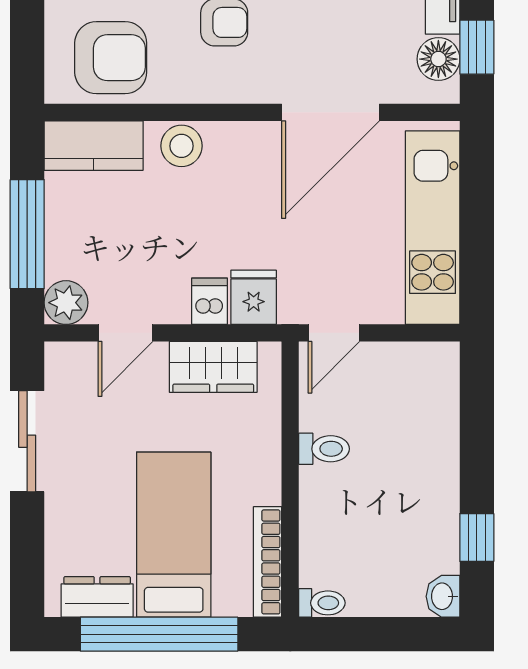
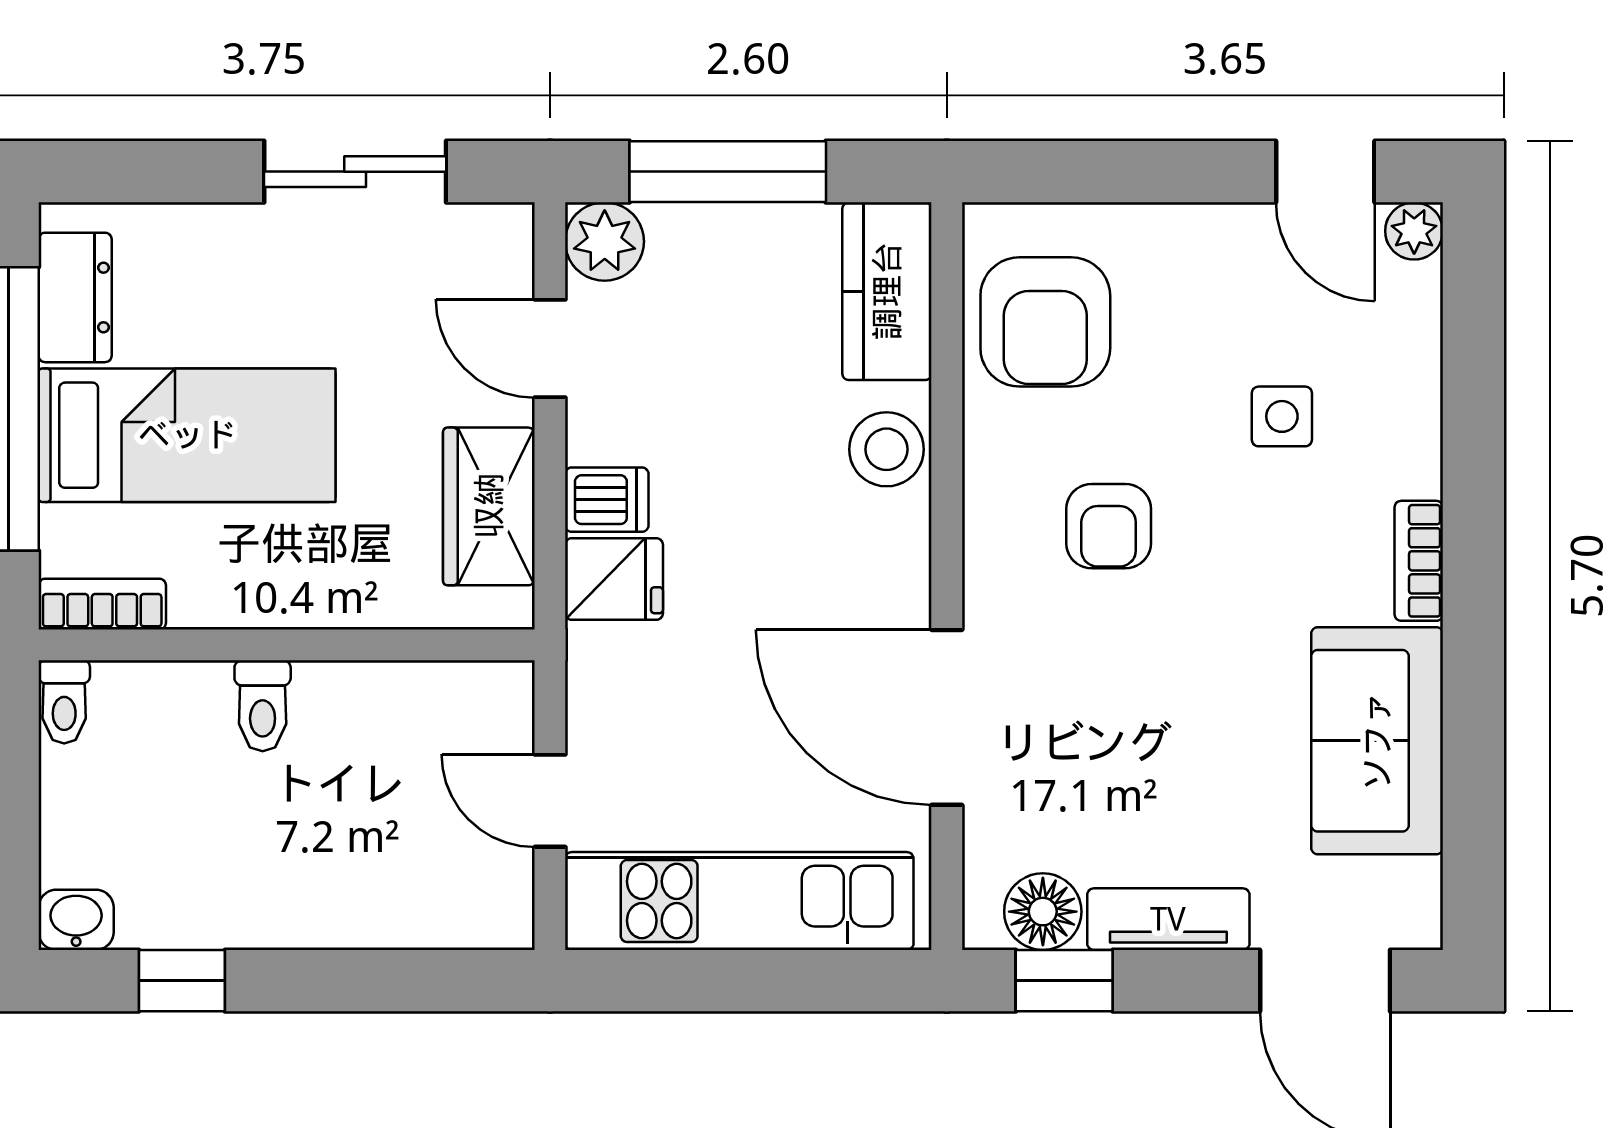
door: (334, 333) -> (550, 801), moved
toilet: (324, 449) -> (263, 706), moved
bookcase: (268, 562) -> (102, 604), width x0.64

